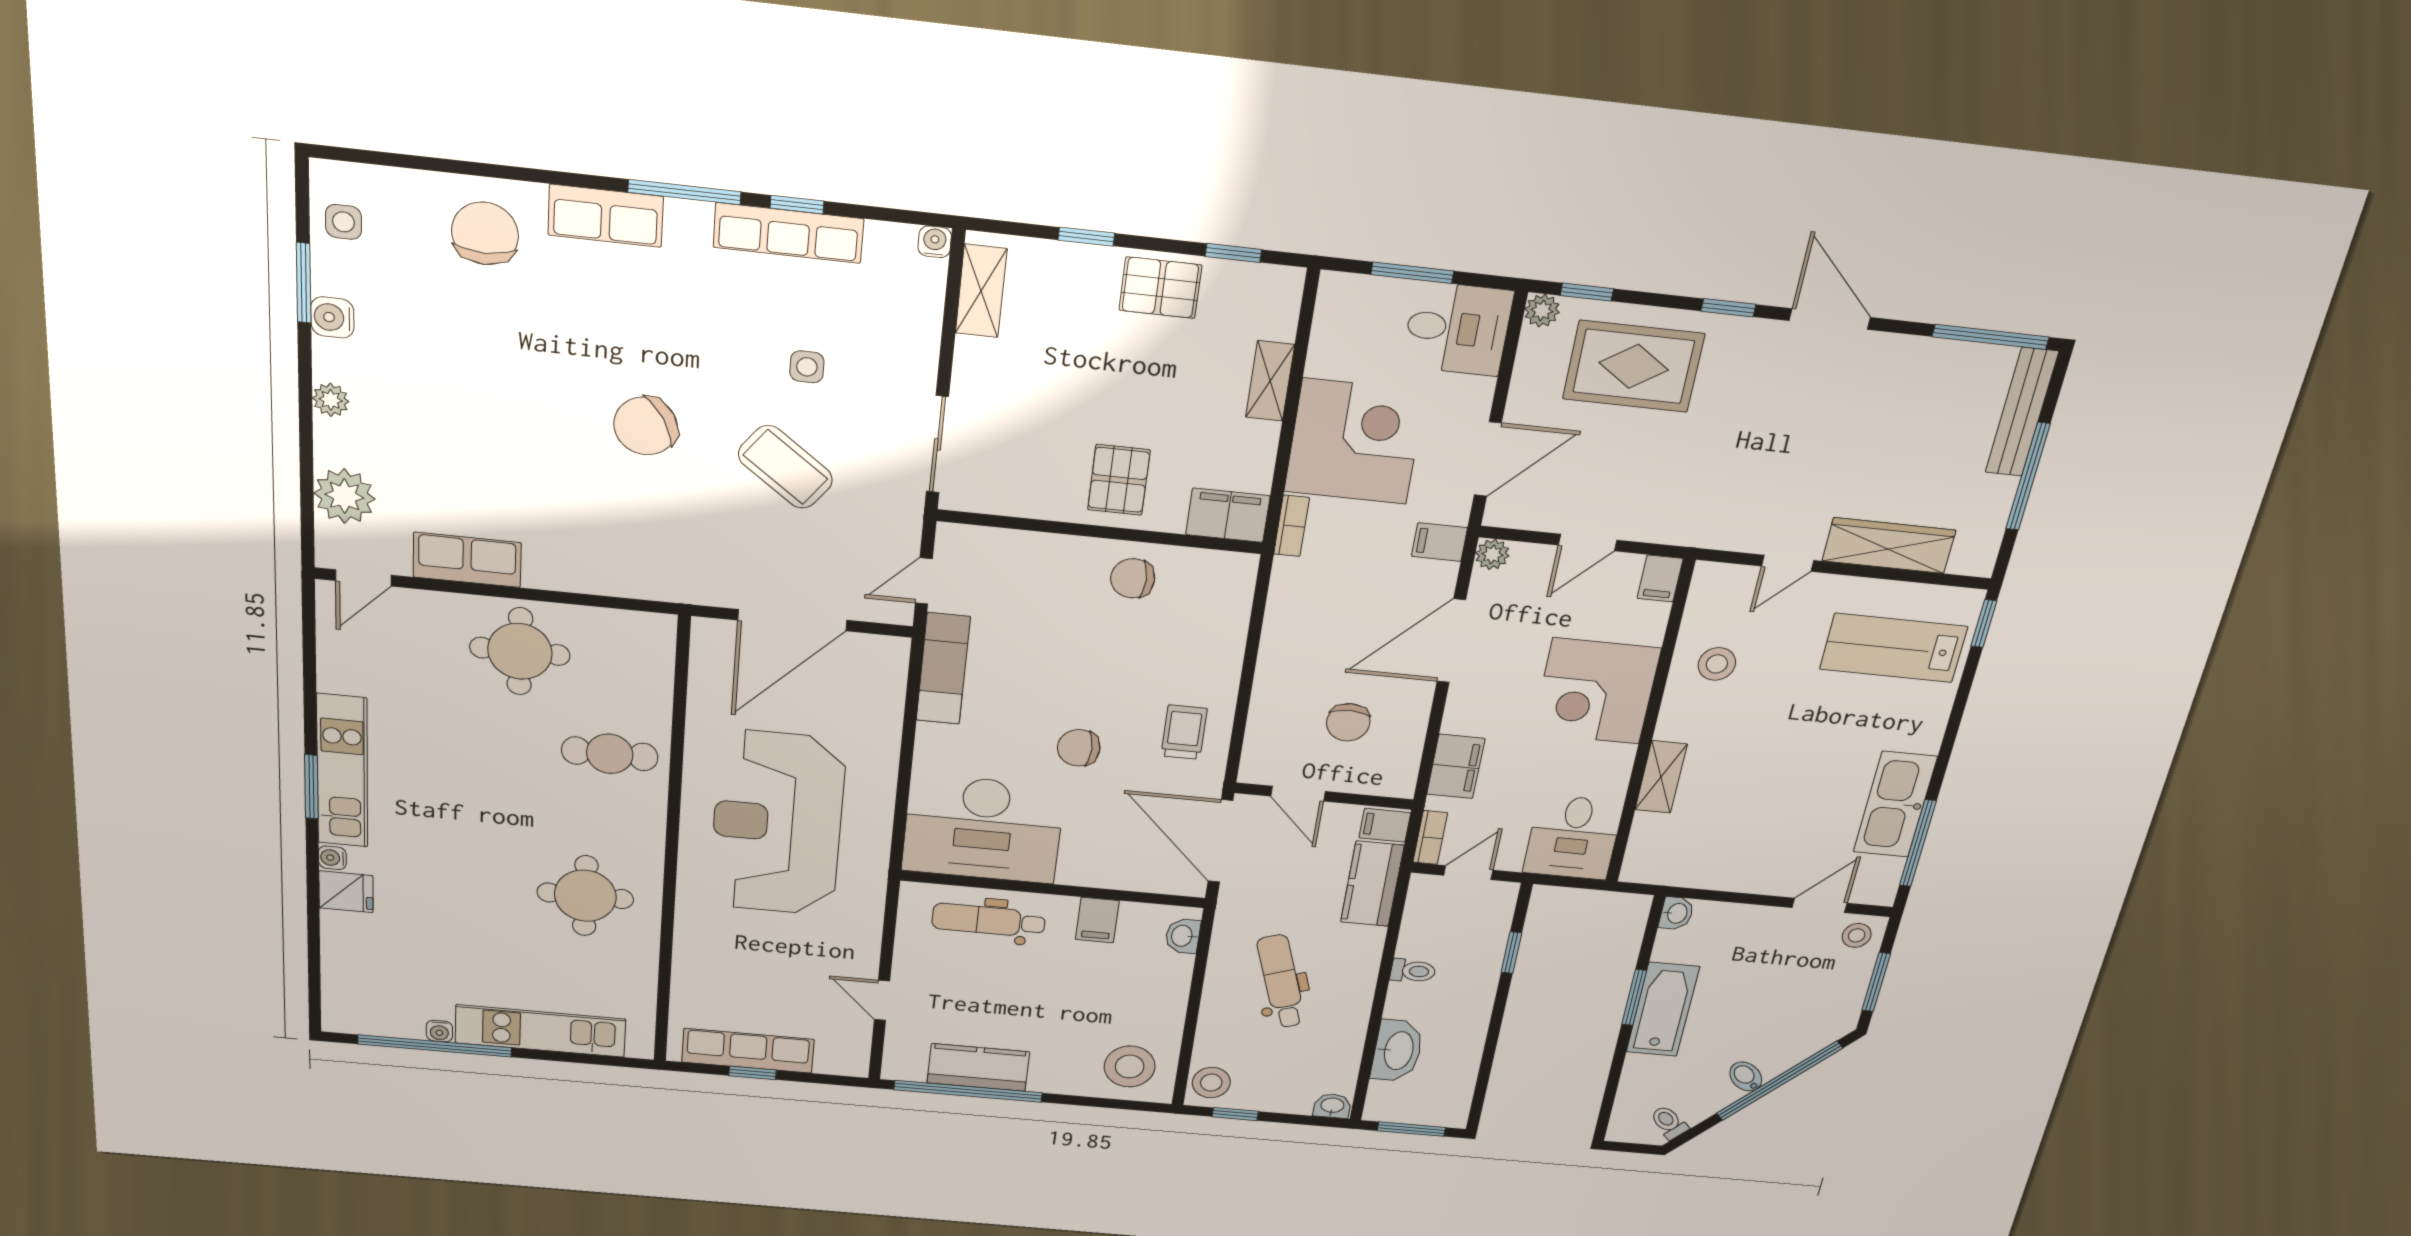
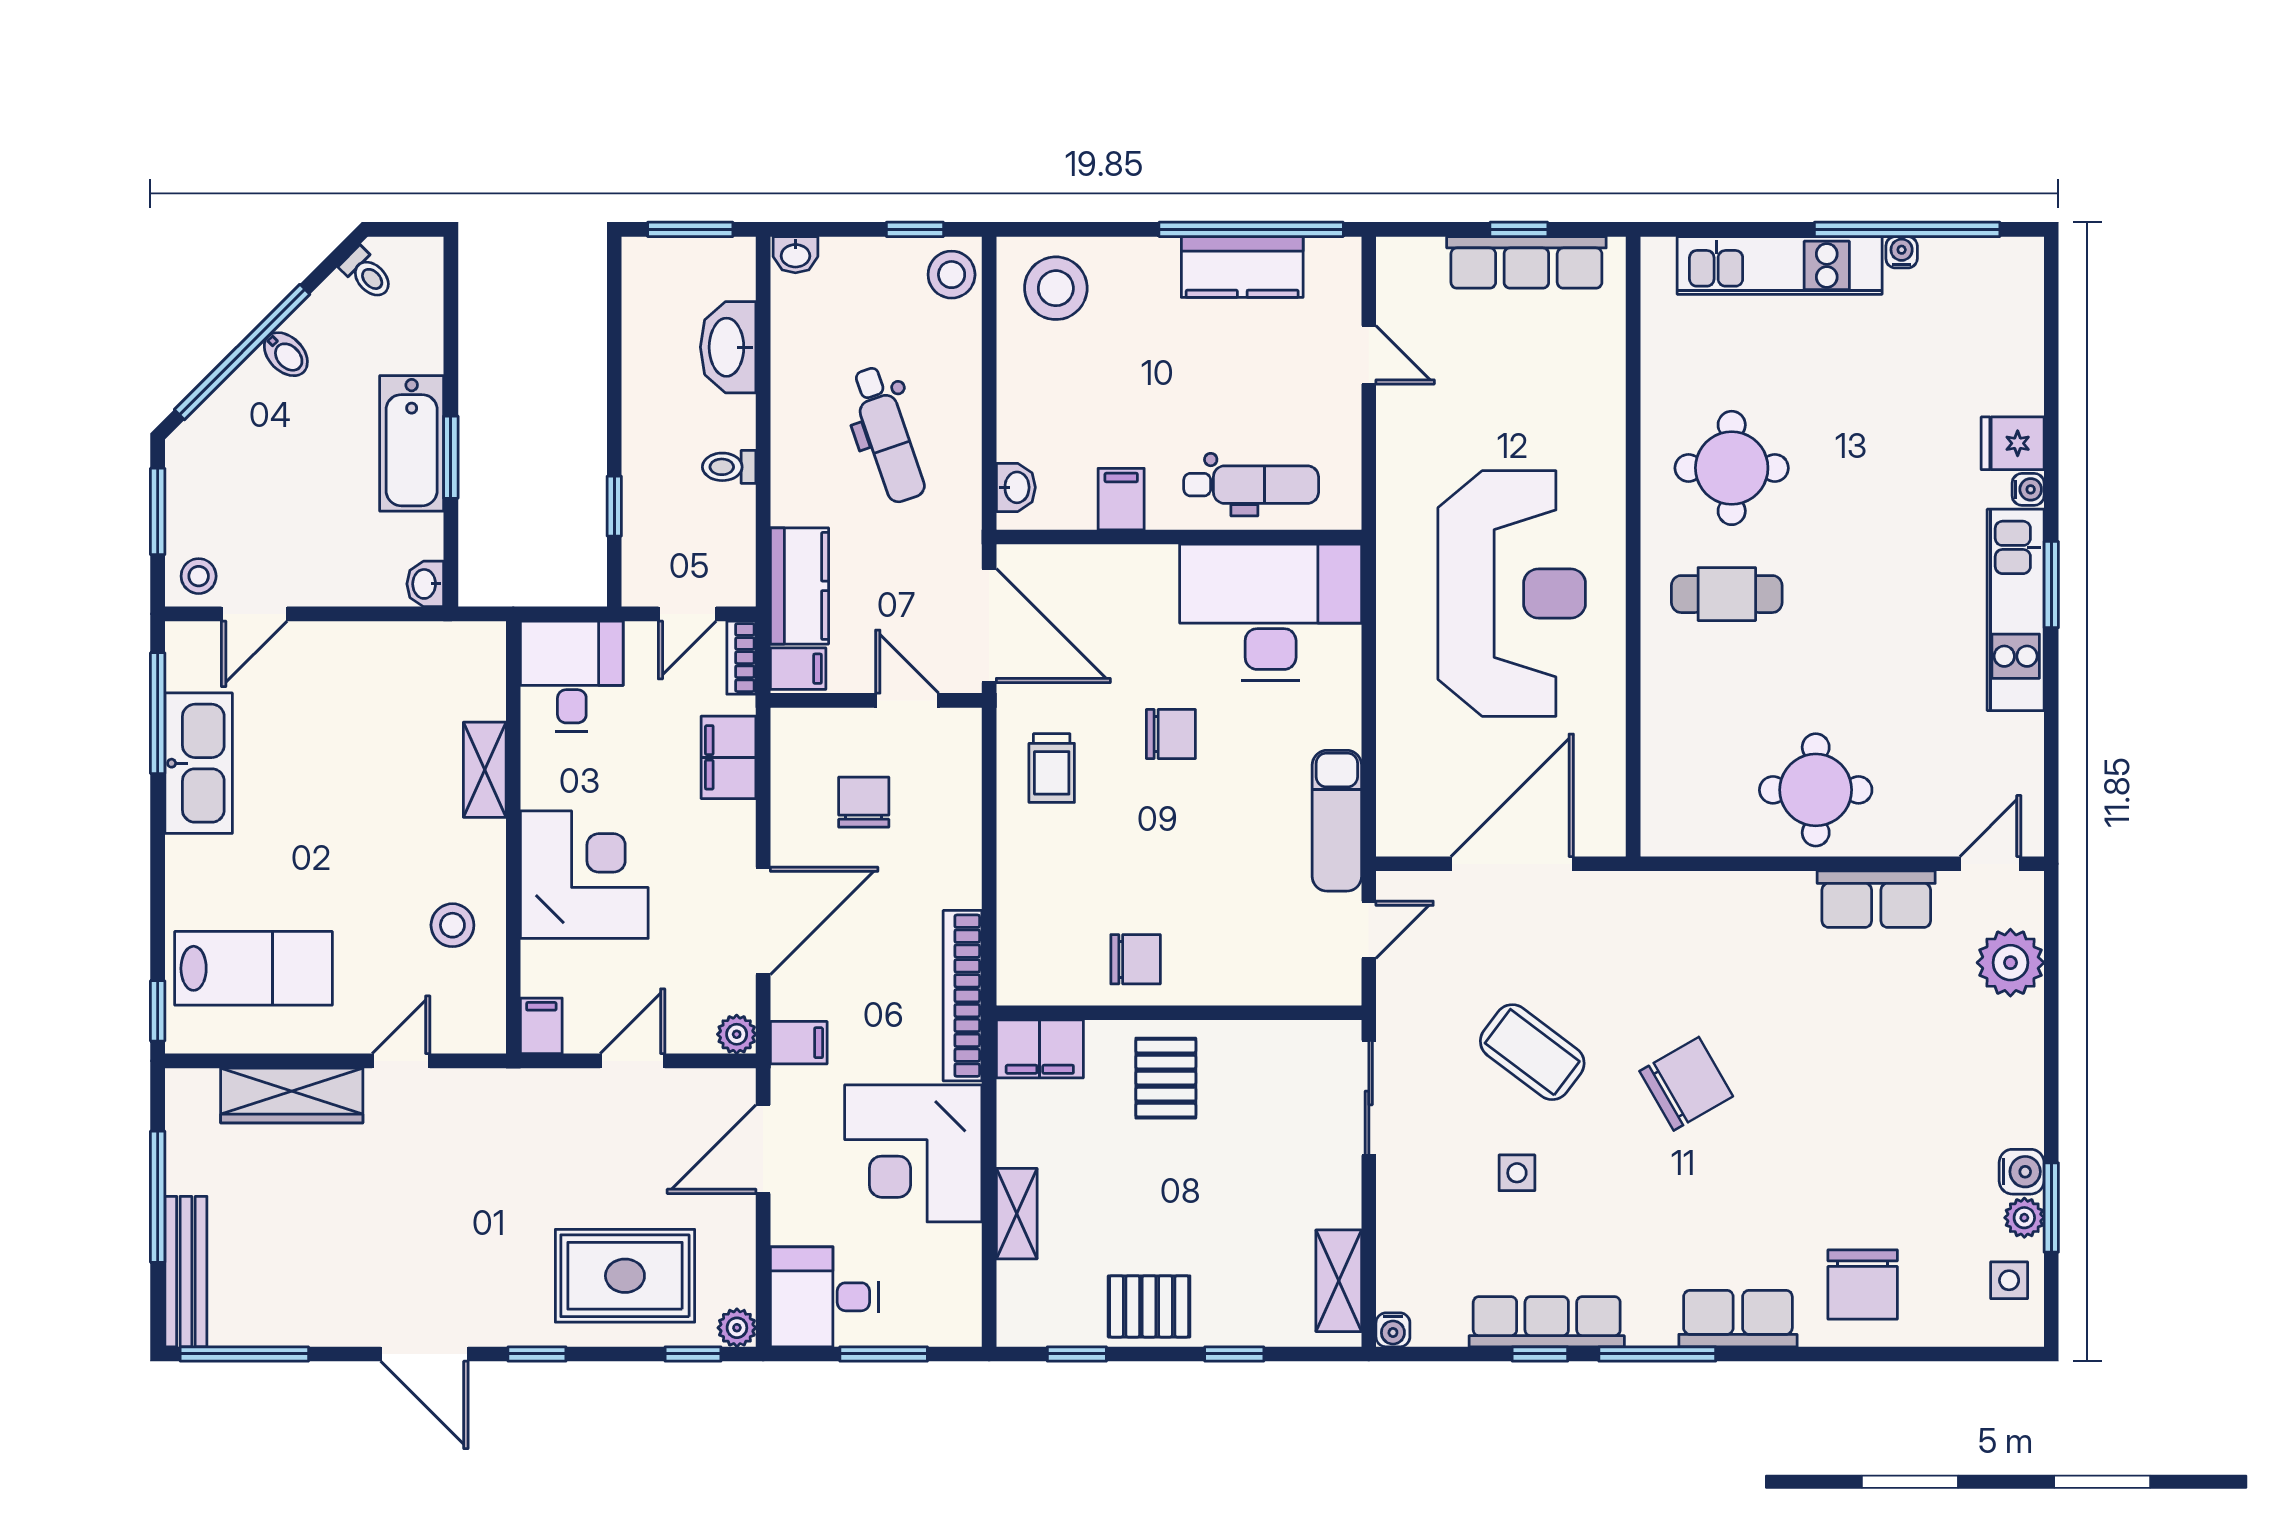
plant: (331, 400) -> (2024, 1218), moved
bookcase: (1292, 526) -> (963, 996), width x2.31, depth x1.31
cafe table: (610, 754) -> (1727, 594), moved

